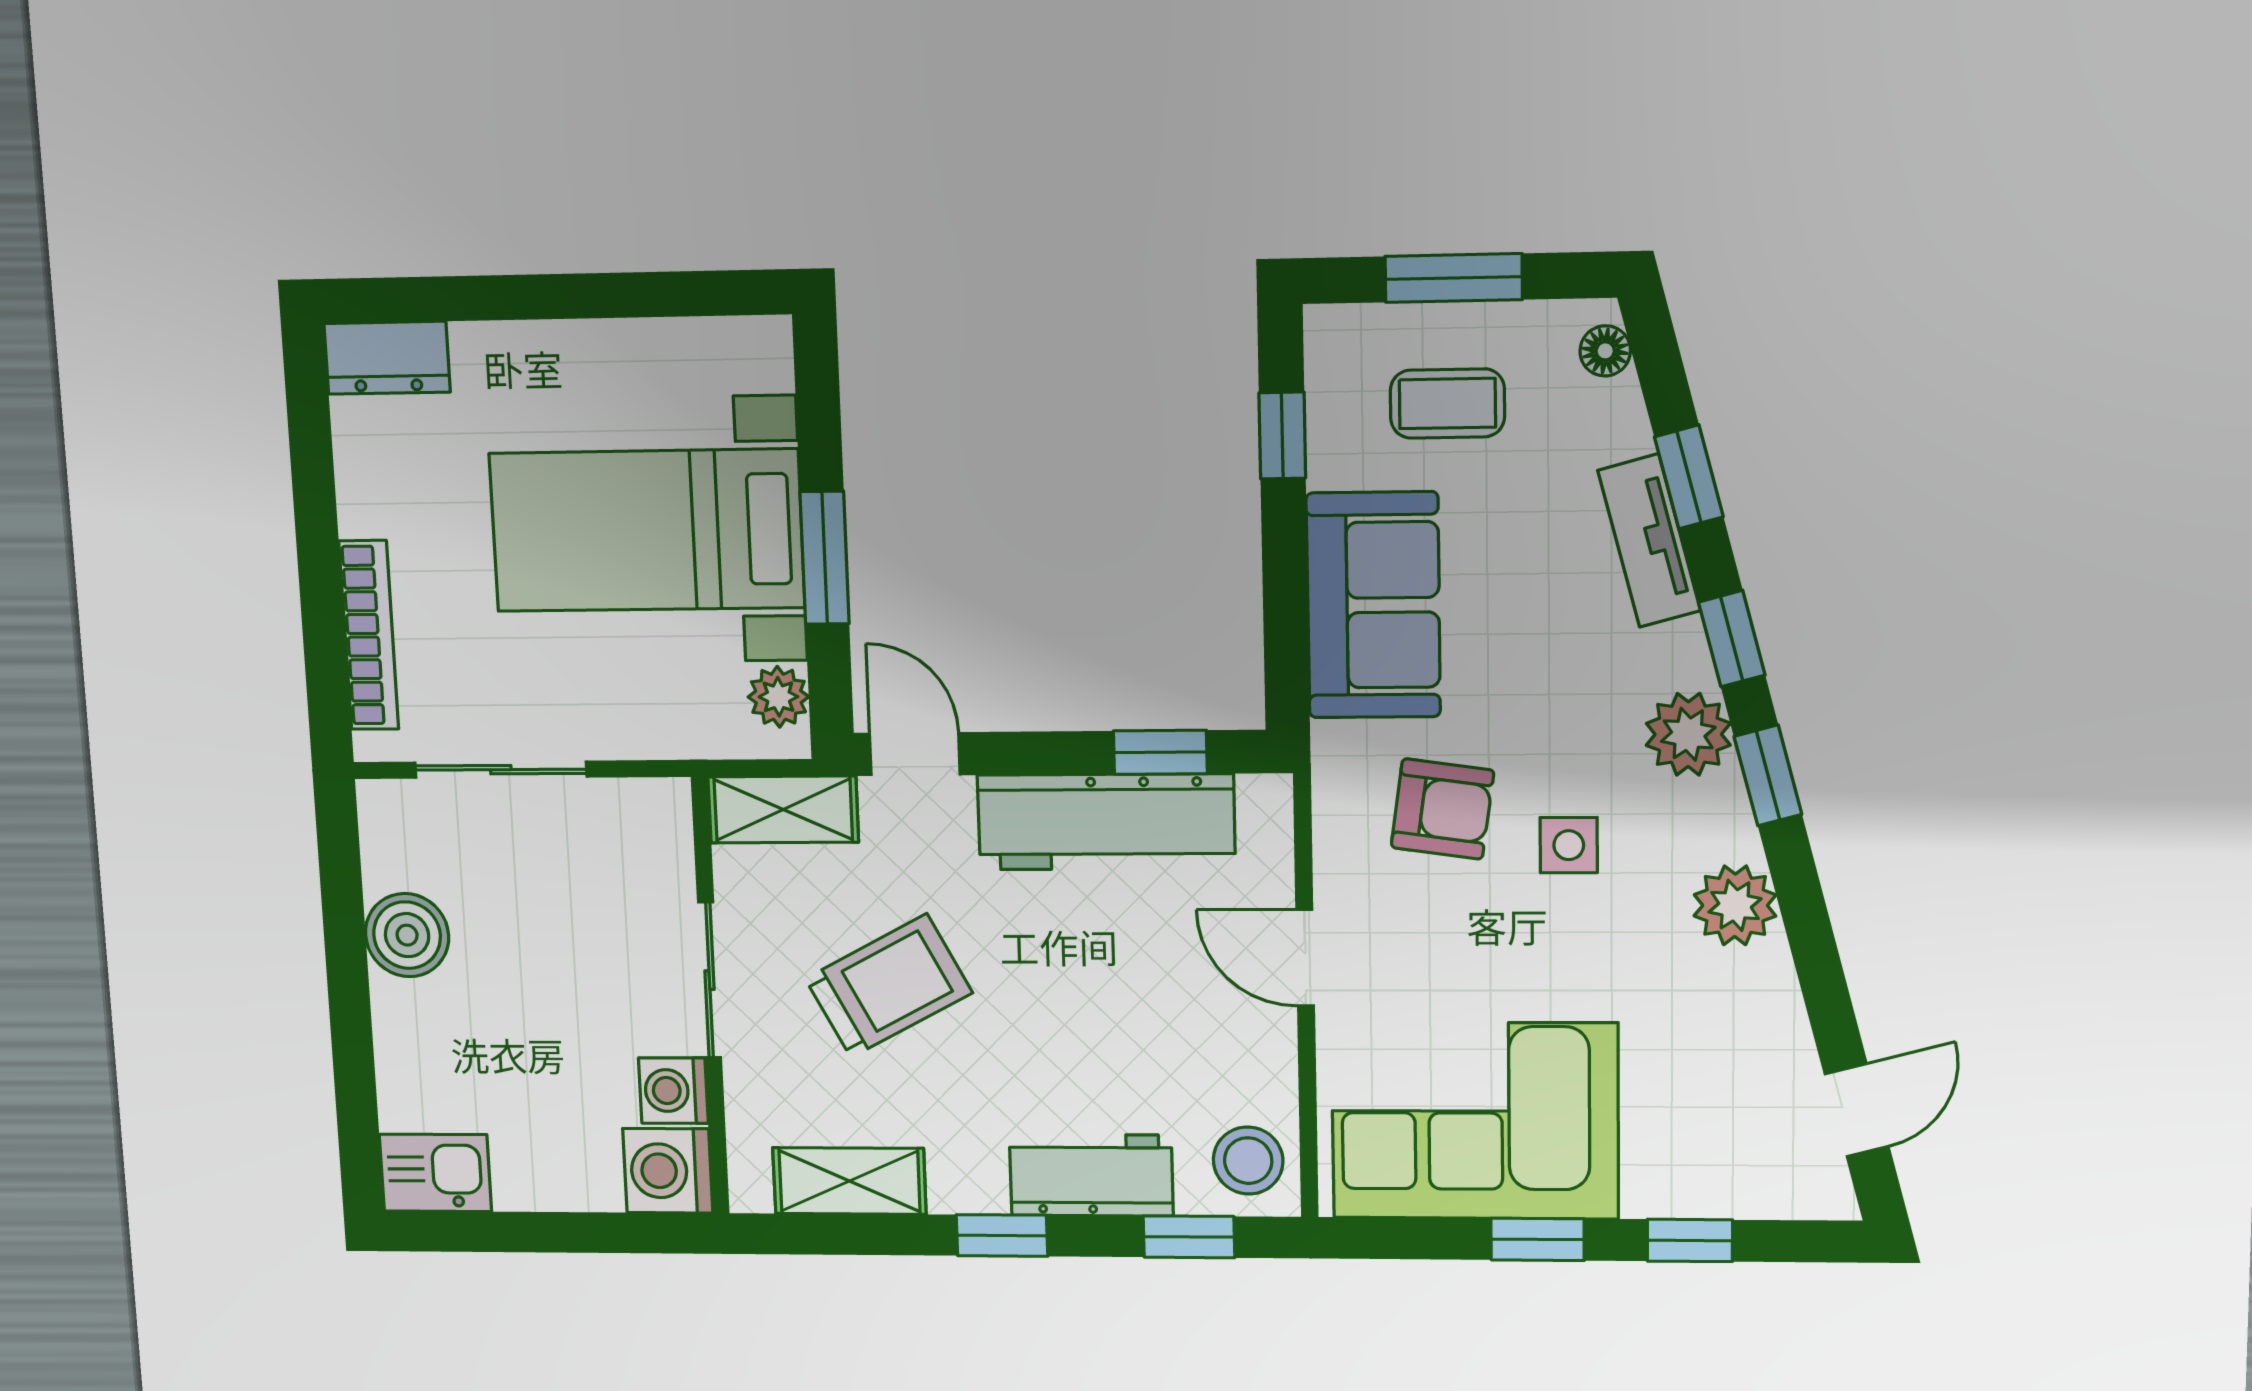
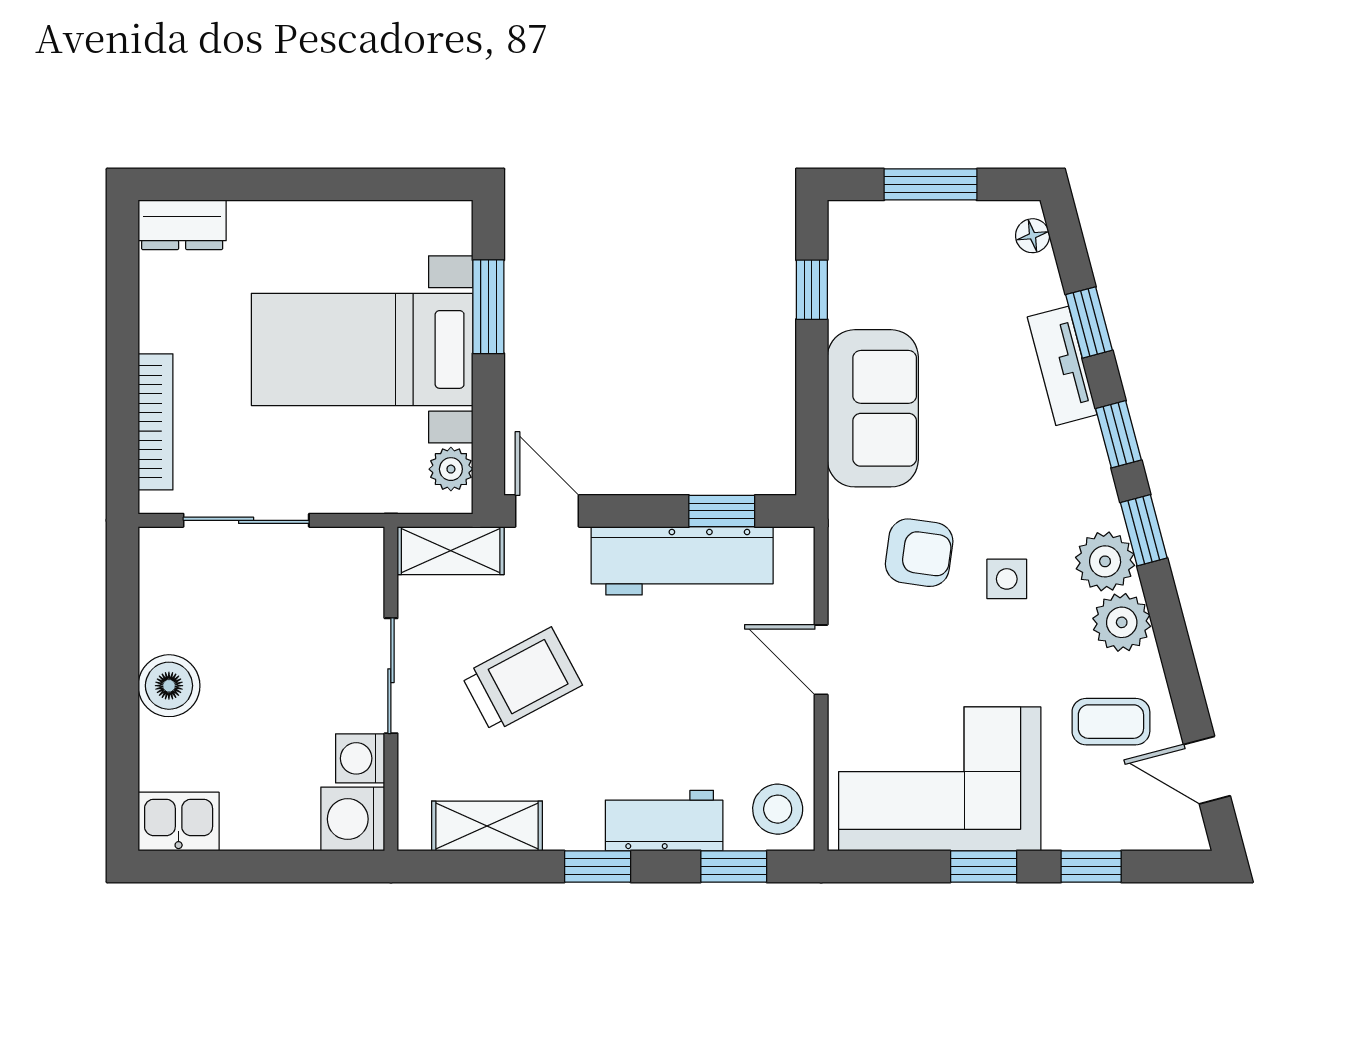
coffee table: (1447, 403) -> (1111, 722), moved
window: (825, 558) -> (488, 307), moved
plant: (1688, 734) -> (1105, 561), moved
boiler: (407, 935) -> (169, 686), moved
door: (1857, 1110) -> (1207, 770), swing flipped

